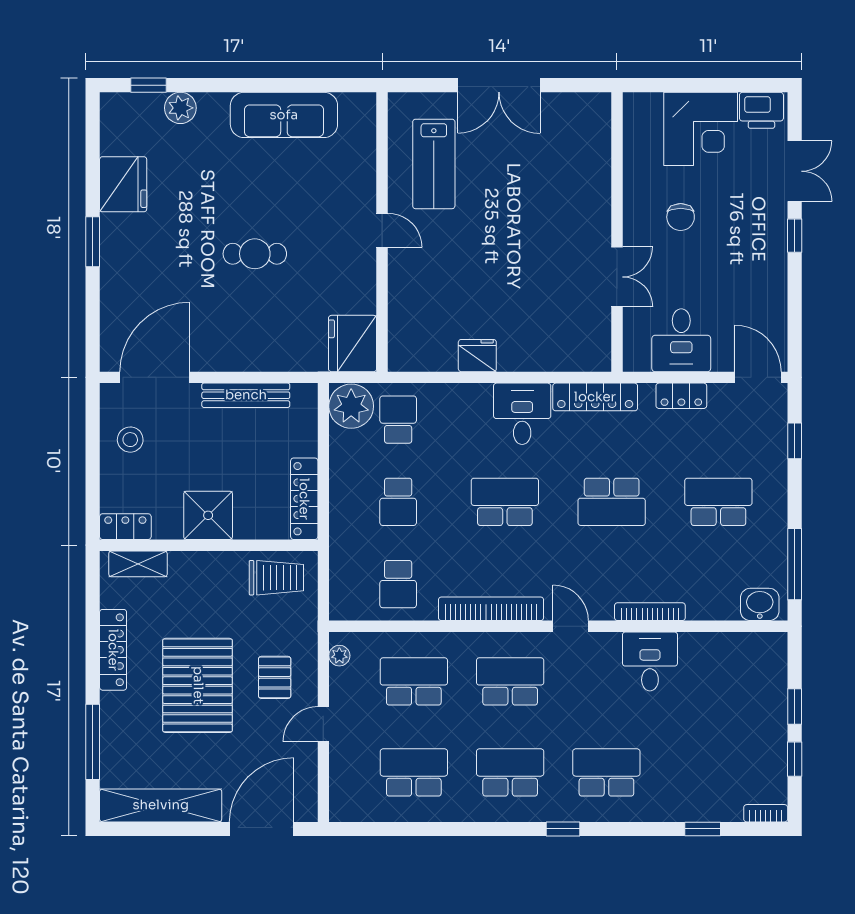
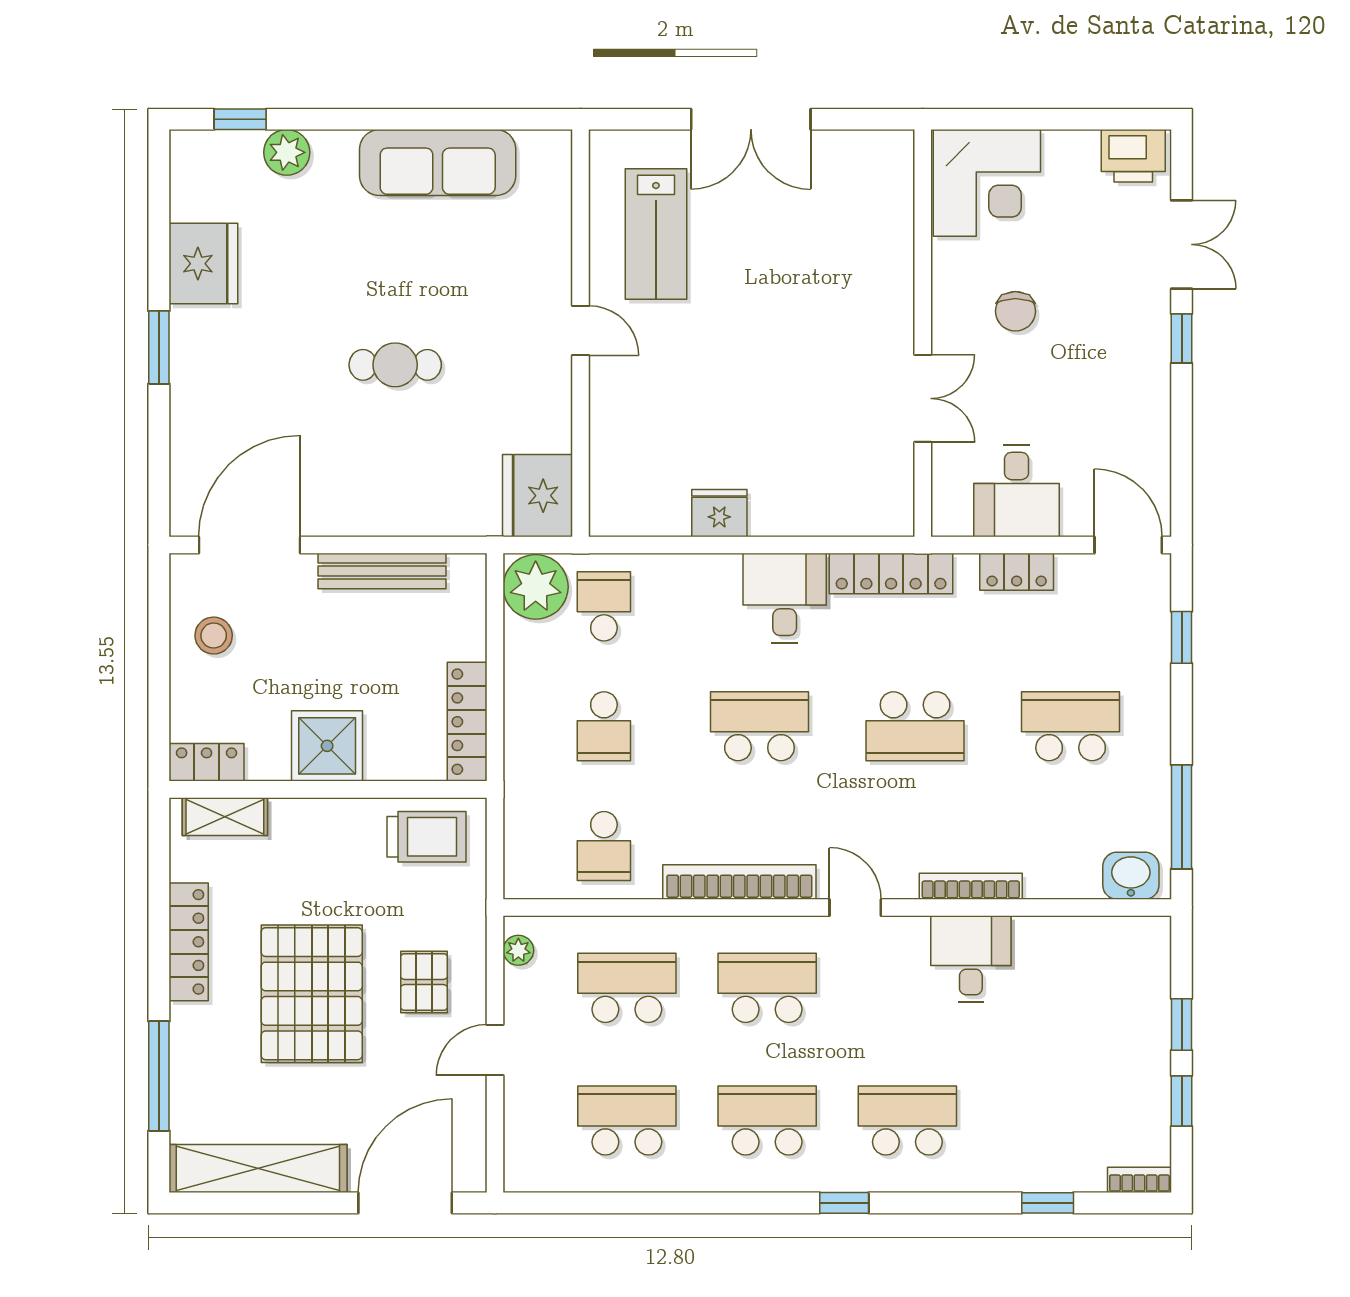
corner desk: (701, 129) -> (987, 183), moved

